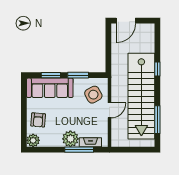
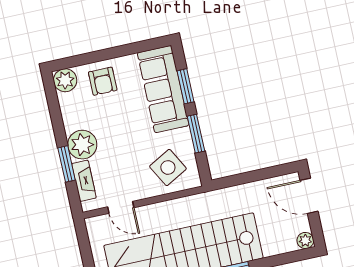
plant: (150, 28) -> (305, 240), added
door: (109, 110) -> (121, 207), moved
armchair: (38, 120) -> (103, 81), turned -95
window: (79, 150) -> (67, 164), width x0.69

